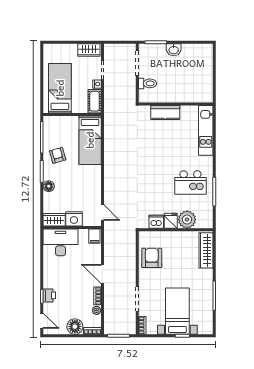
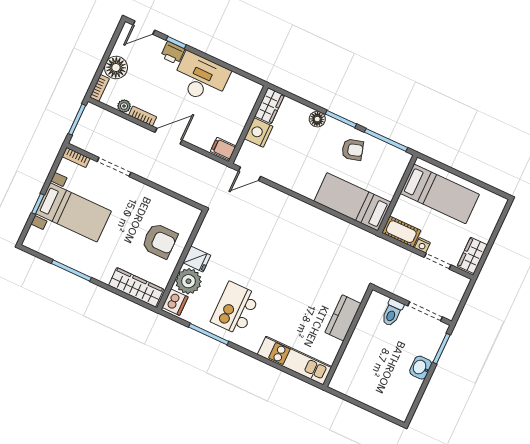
dishwasher: (156, 222) -> (175, 302), moved
desk: (61, 242) -> (201, 78), moved, turned -90
armchair: (152, 258) -> (160, 241), moved

